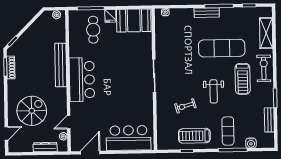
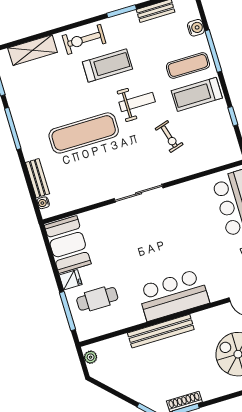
bench: (207, 13) -> (38, 178), moved
exercise mat: (222, 48) -> (84, 133), moved, turned 90
treadmill: (194, 136) -> (197, 94), moved, turned 90

